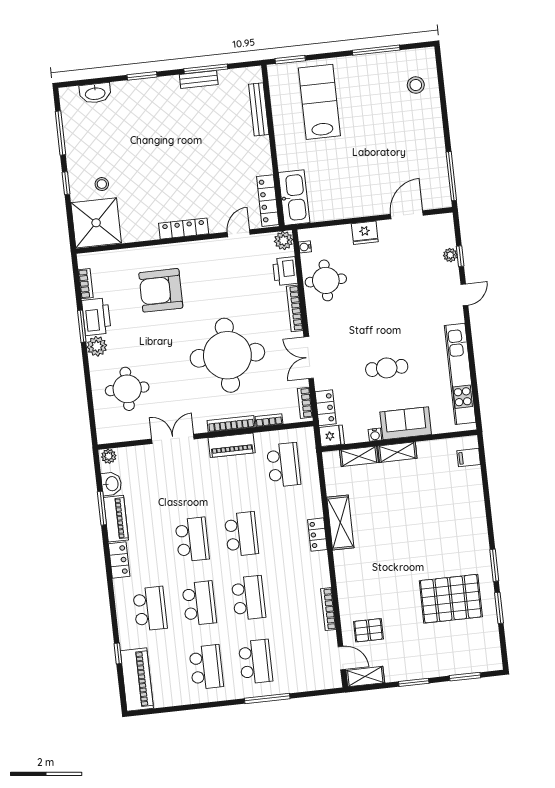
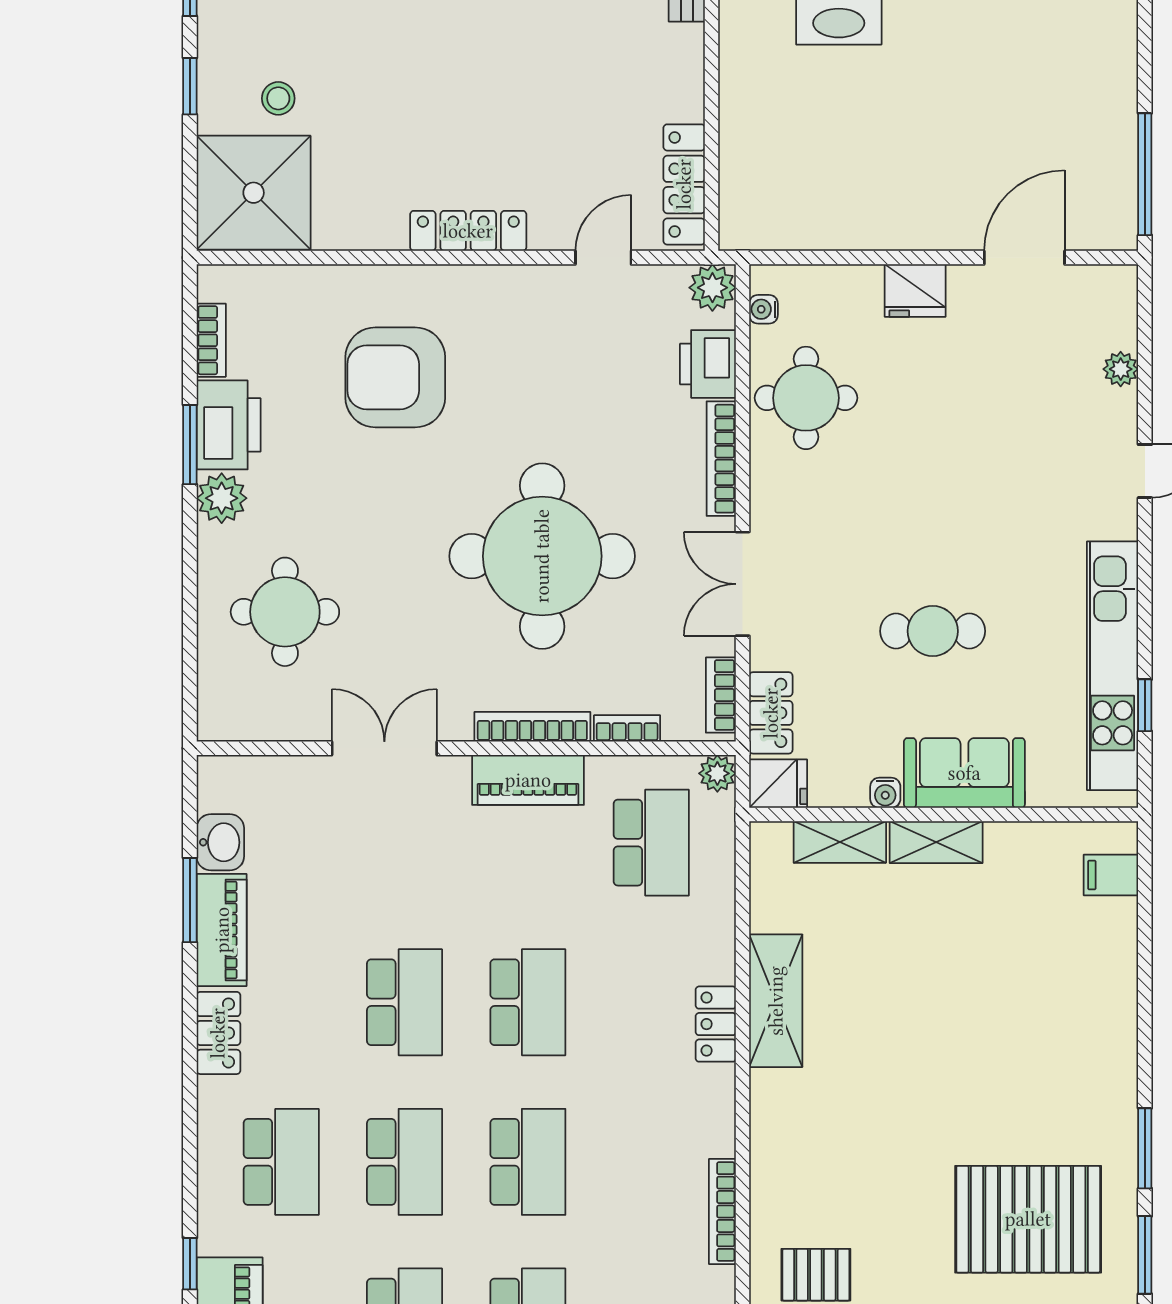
kitchen sink: (294, 198) -> (750, 184), removed
window: (460, 256) -> (1145, 705), moved
plant: (109, 456) -> (717, 773), moved

